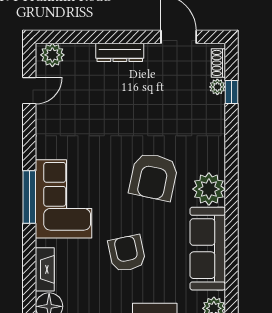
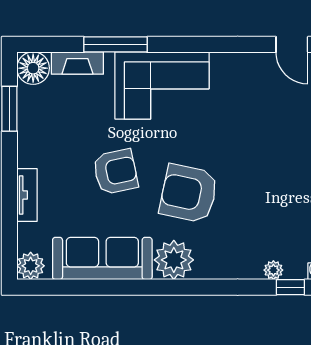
plant: (217, 87) -> (273, 270), moved
window: (29, 197) -> (116, 44), moved
armchair: (127, 253) -> (115, 172), moved

